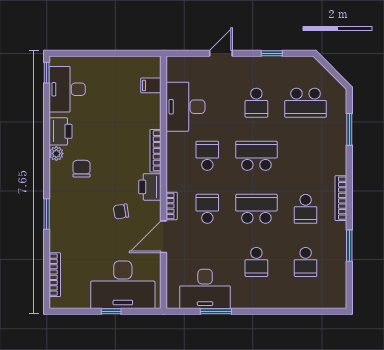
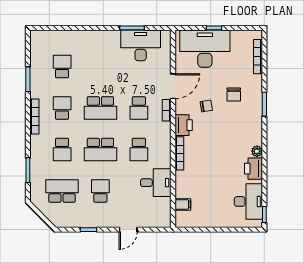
desk: (185, 107) -> (156, 183), width x0.73
chair: (81, 169) -> (234, 95), moved
school desk: (256, 262) -> (62, 149), moved, turned 180

